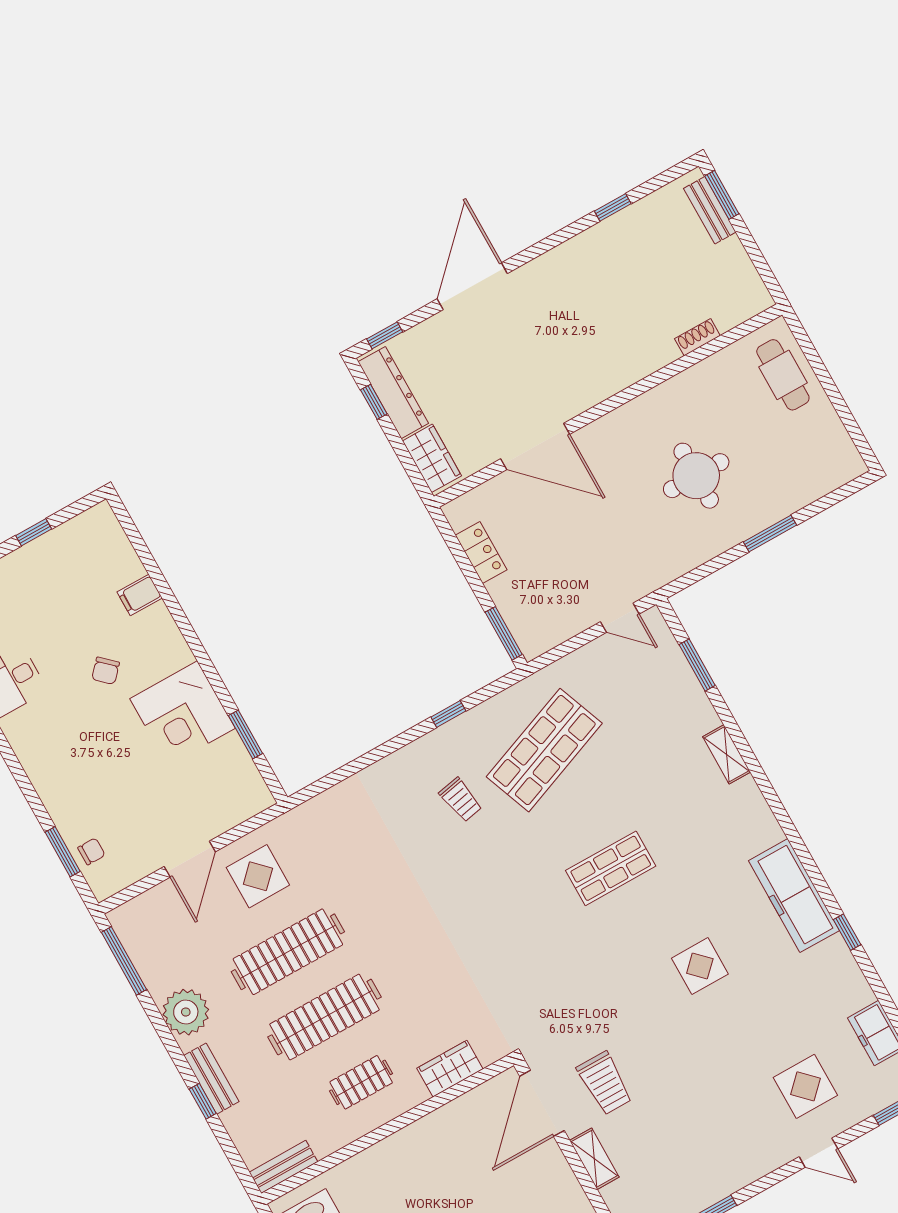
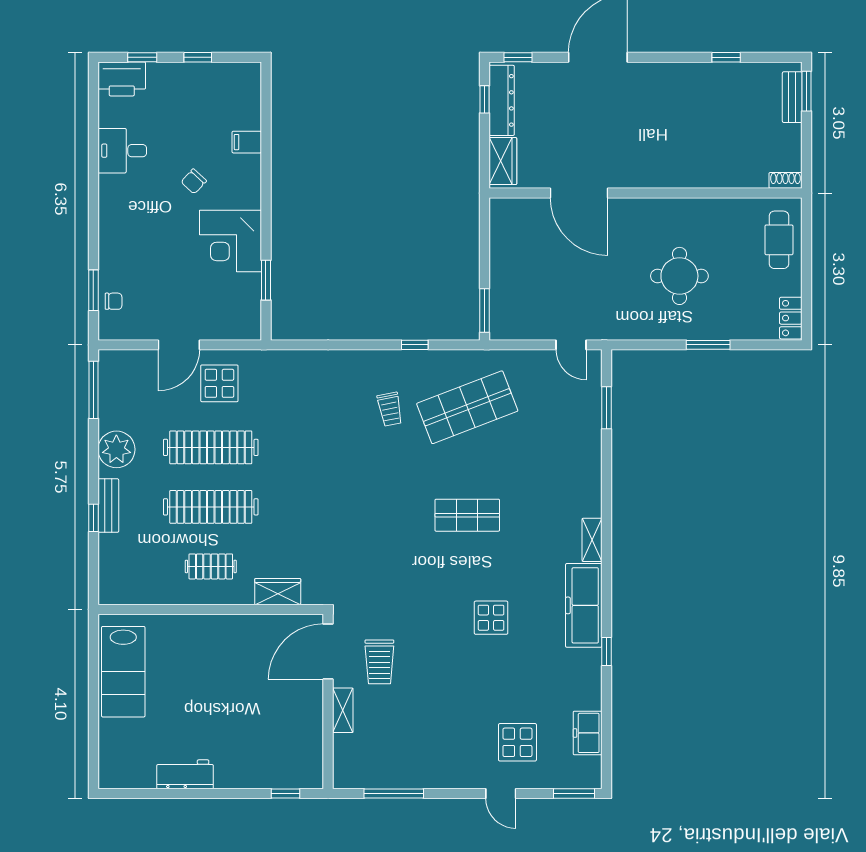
shoe rack: (697, 337) -> (785, 180), moved
locker: (481, 553) -> (791, 318), moved, turned 180
shelving: (727, 754) -> (592, 540), moved
bench: (283, 1167) -> (124, 595), removed

